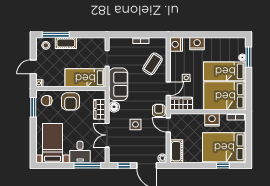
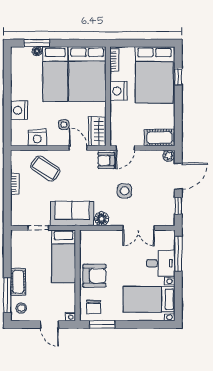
nightstand: (176, 44) -> (37, 138), moved
wardrobe: (100, 109) -> (105, 238), removed

